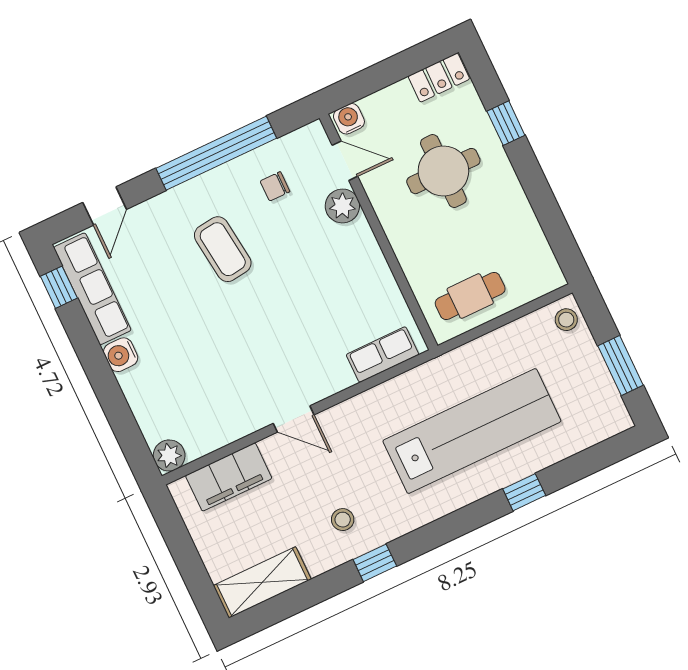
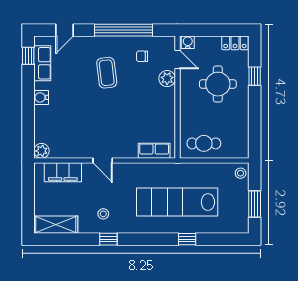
row of seats: (92, 289) -> (42, 63), width x0.68
lab bench: (472, 431) -> (177, 202), turned 180

